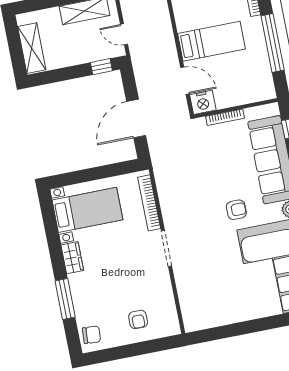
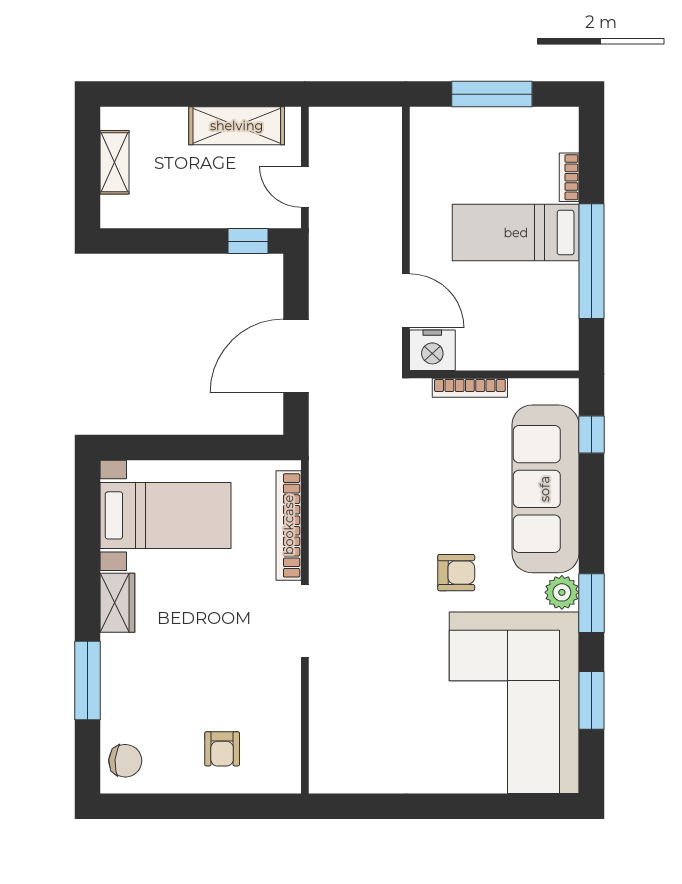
bed: (211, 41) -> (516, 233), moved, turned 180
shelving: (32, 48) -> (115, 162), width x0.67, depth x0.75

